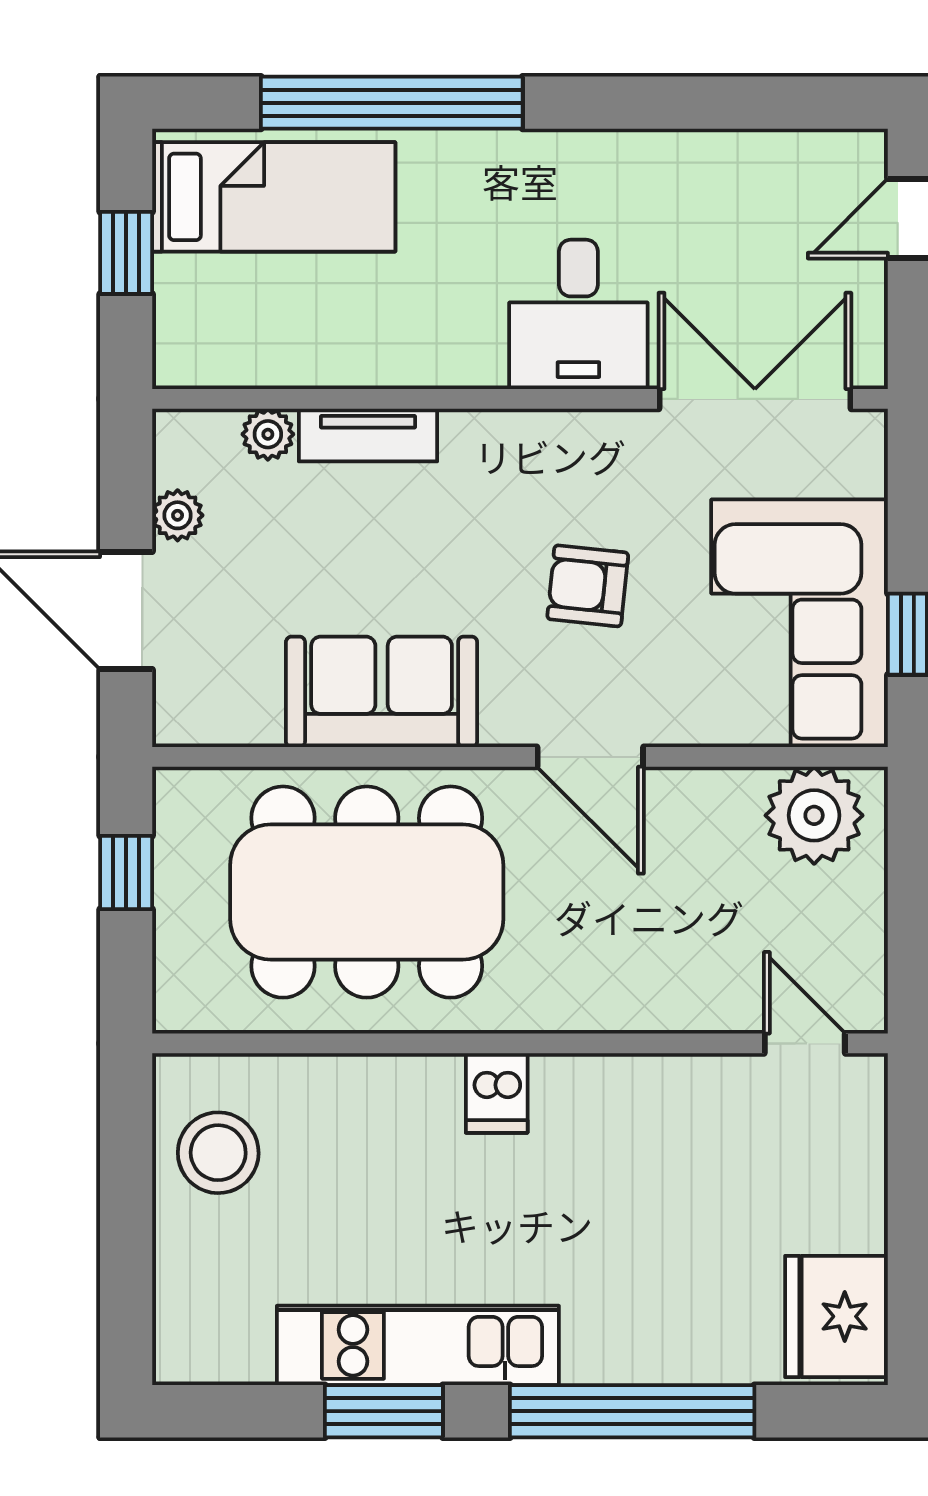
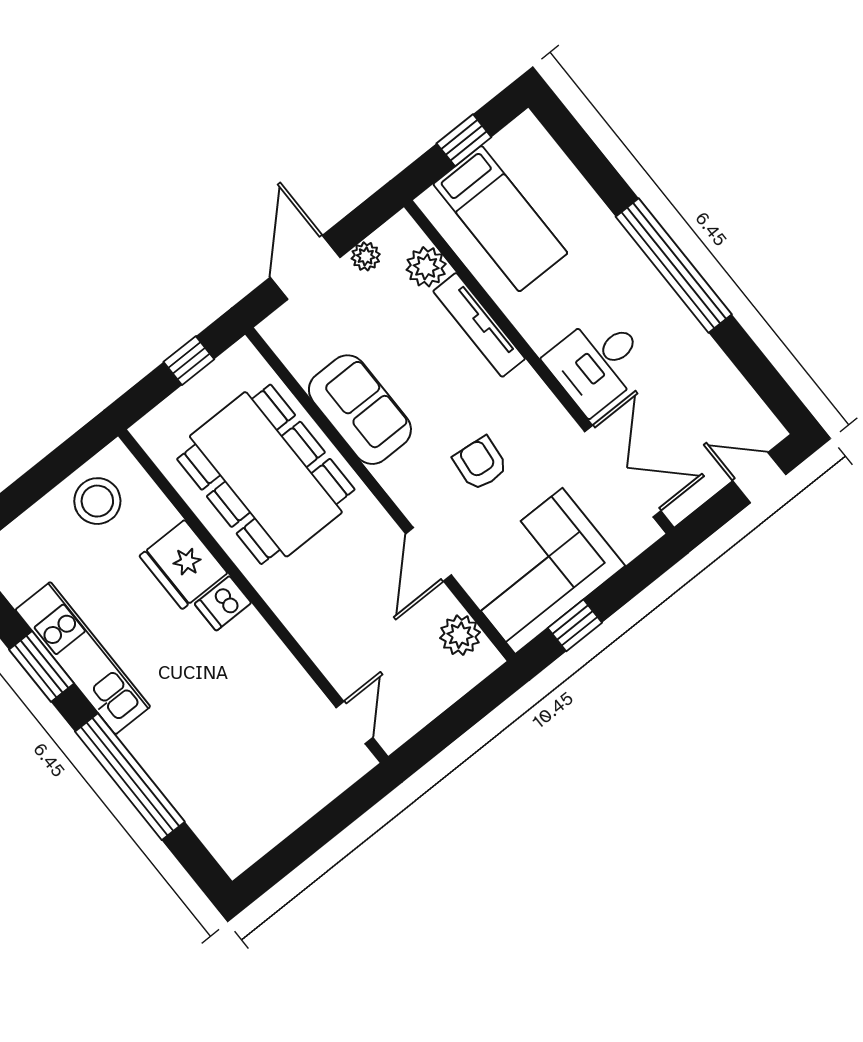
window: (392, 103) -> (674, 265), moved
bed: (274, 197) -> (500, 219), moved
plant: (268, 434) -> (426, 267), width x1.38, depth x1.38
tv unit: (368, 435) -> (479, 325), width x1.41
door: (590, 757) -> (428, 554), moved
plant: (814, 815) -> (460, 635), width x0.73, depth x0.73
fridge: (836, 1316) -> (183, 565), moved, turned -90

